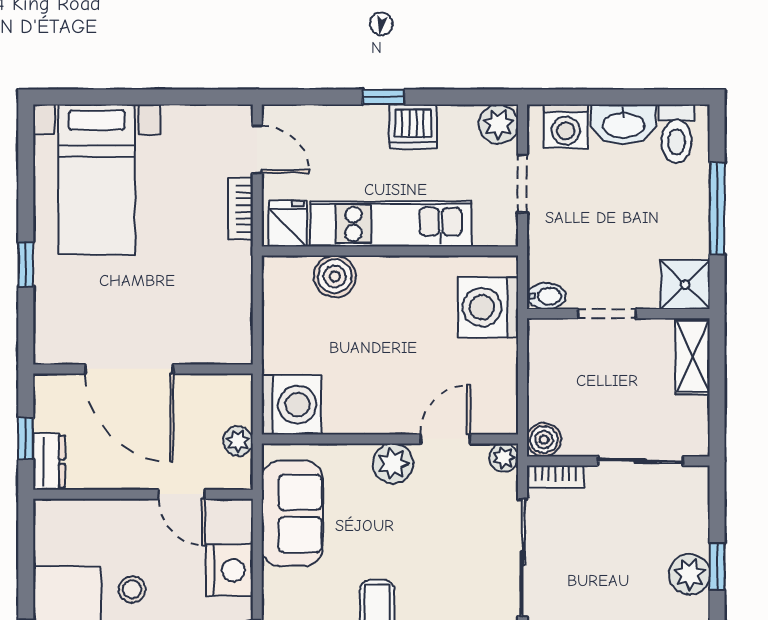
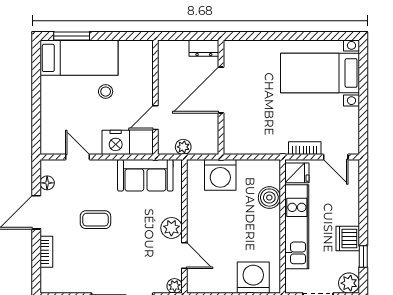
window: (383, 97) -> (363, 256), moved
door: (257, 149) -> (336, 157), hinge flipped
window: (26, 264) -> (276, 36), removed
washing machine: (291, 405) -> (220, 175), moved
window: (26, 439) -> (184, 36), removed
dresser: (49, 462) -> (204, 48), moved

